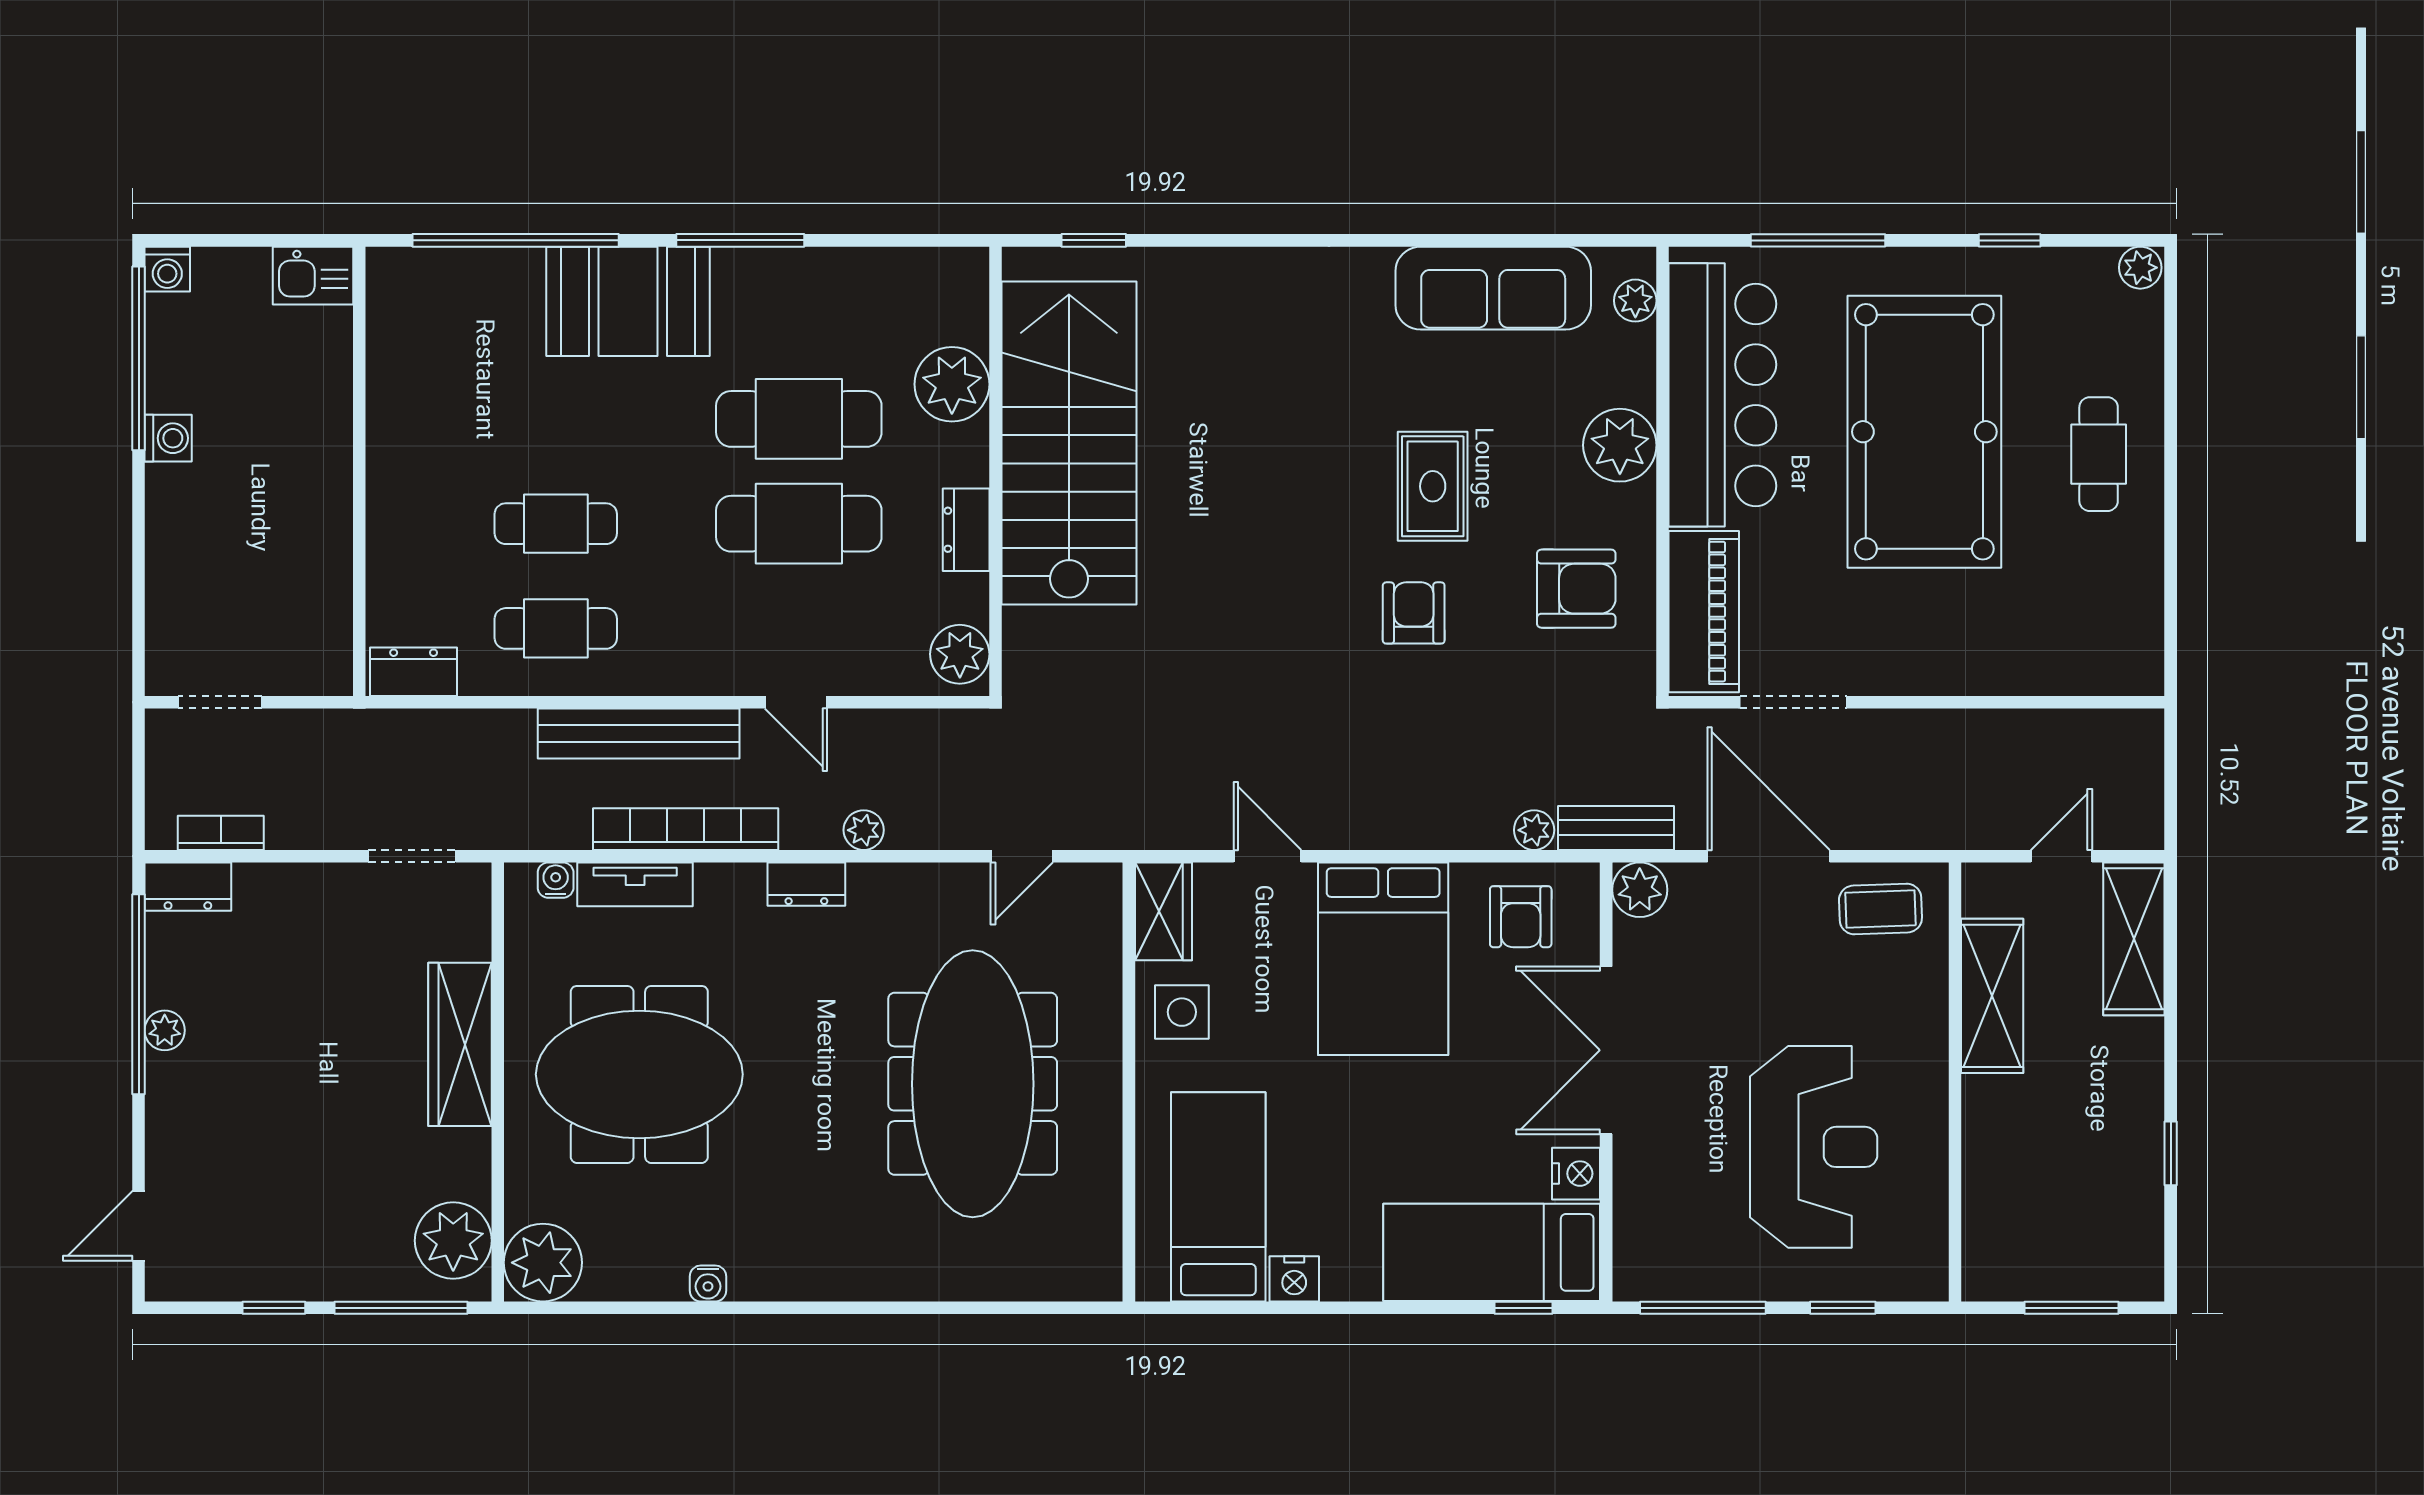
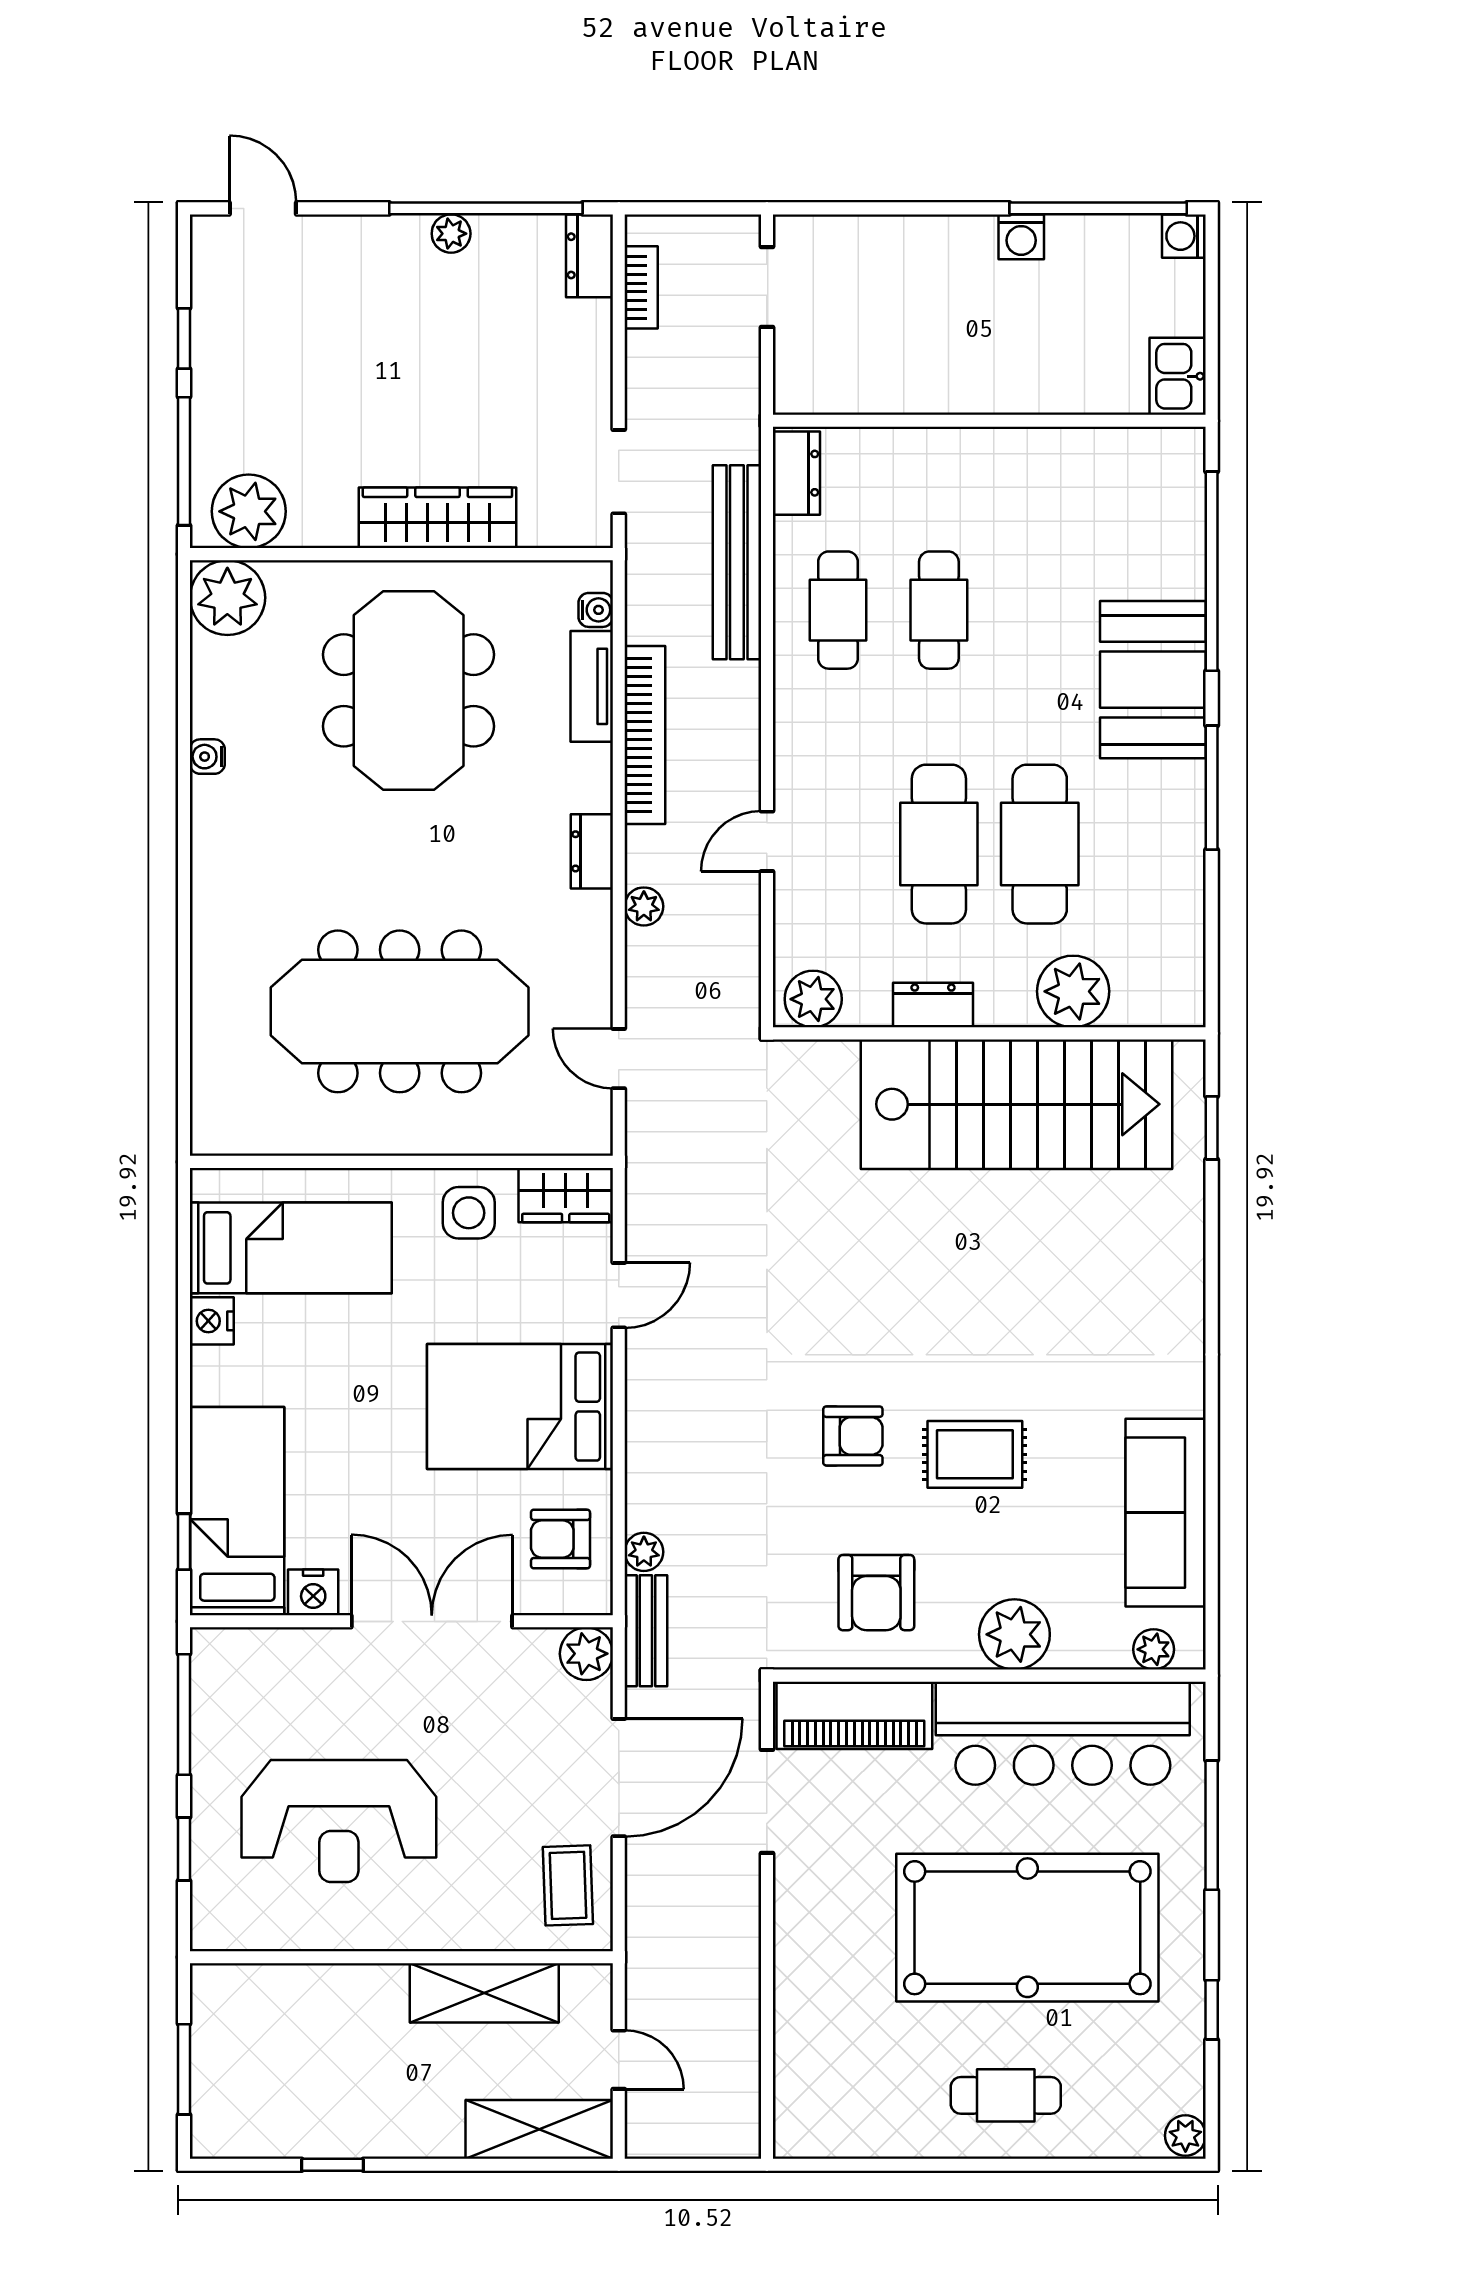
bench: (639, 733) -> (737, 562), moved

